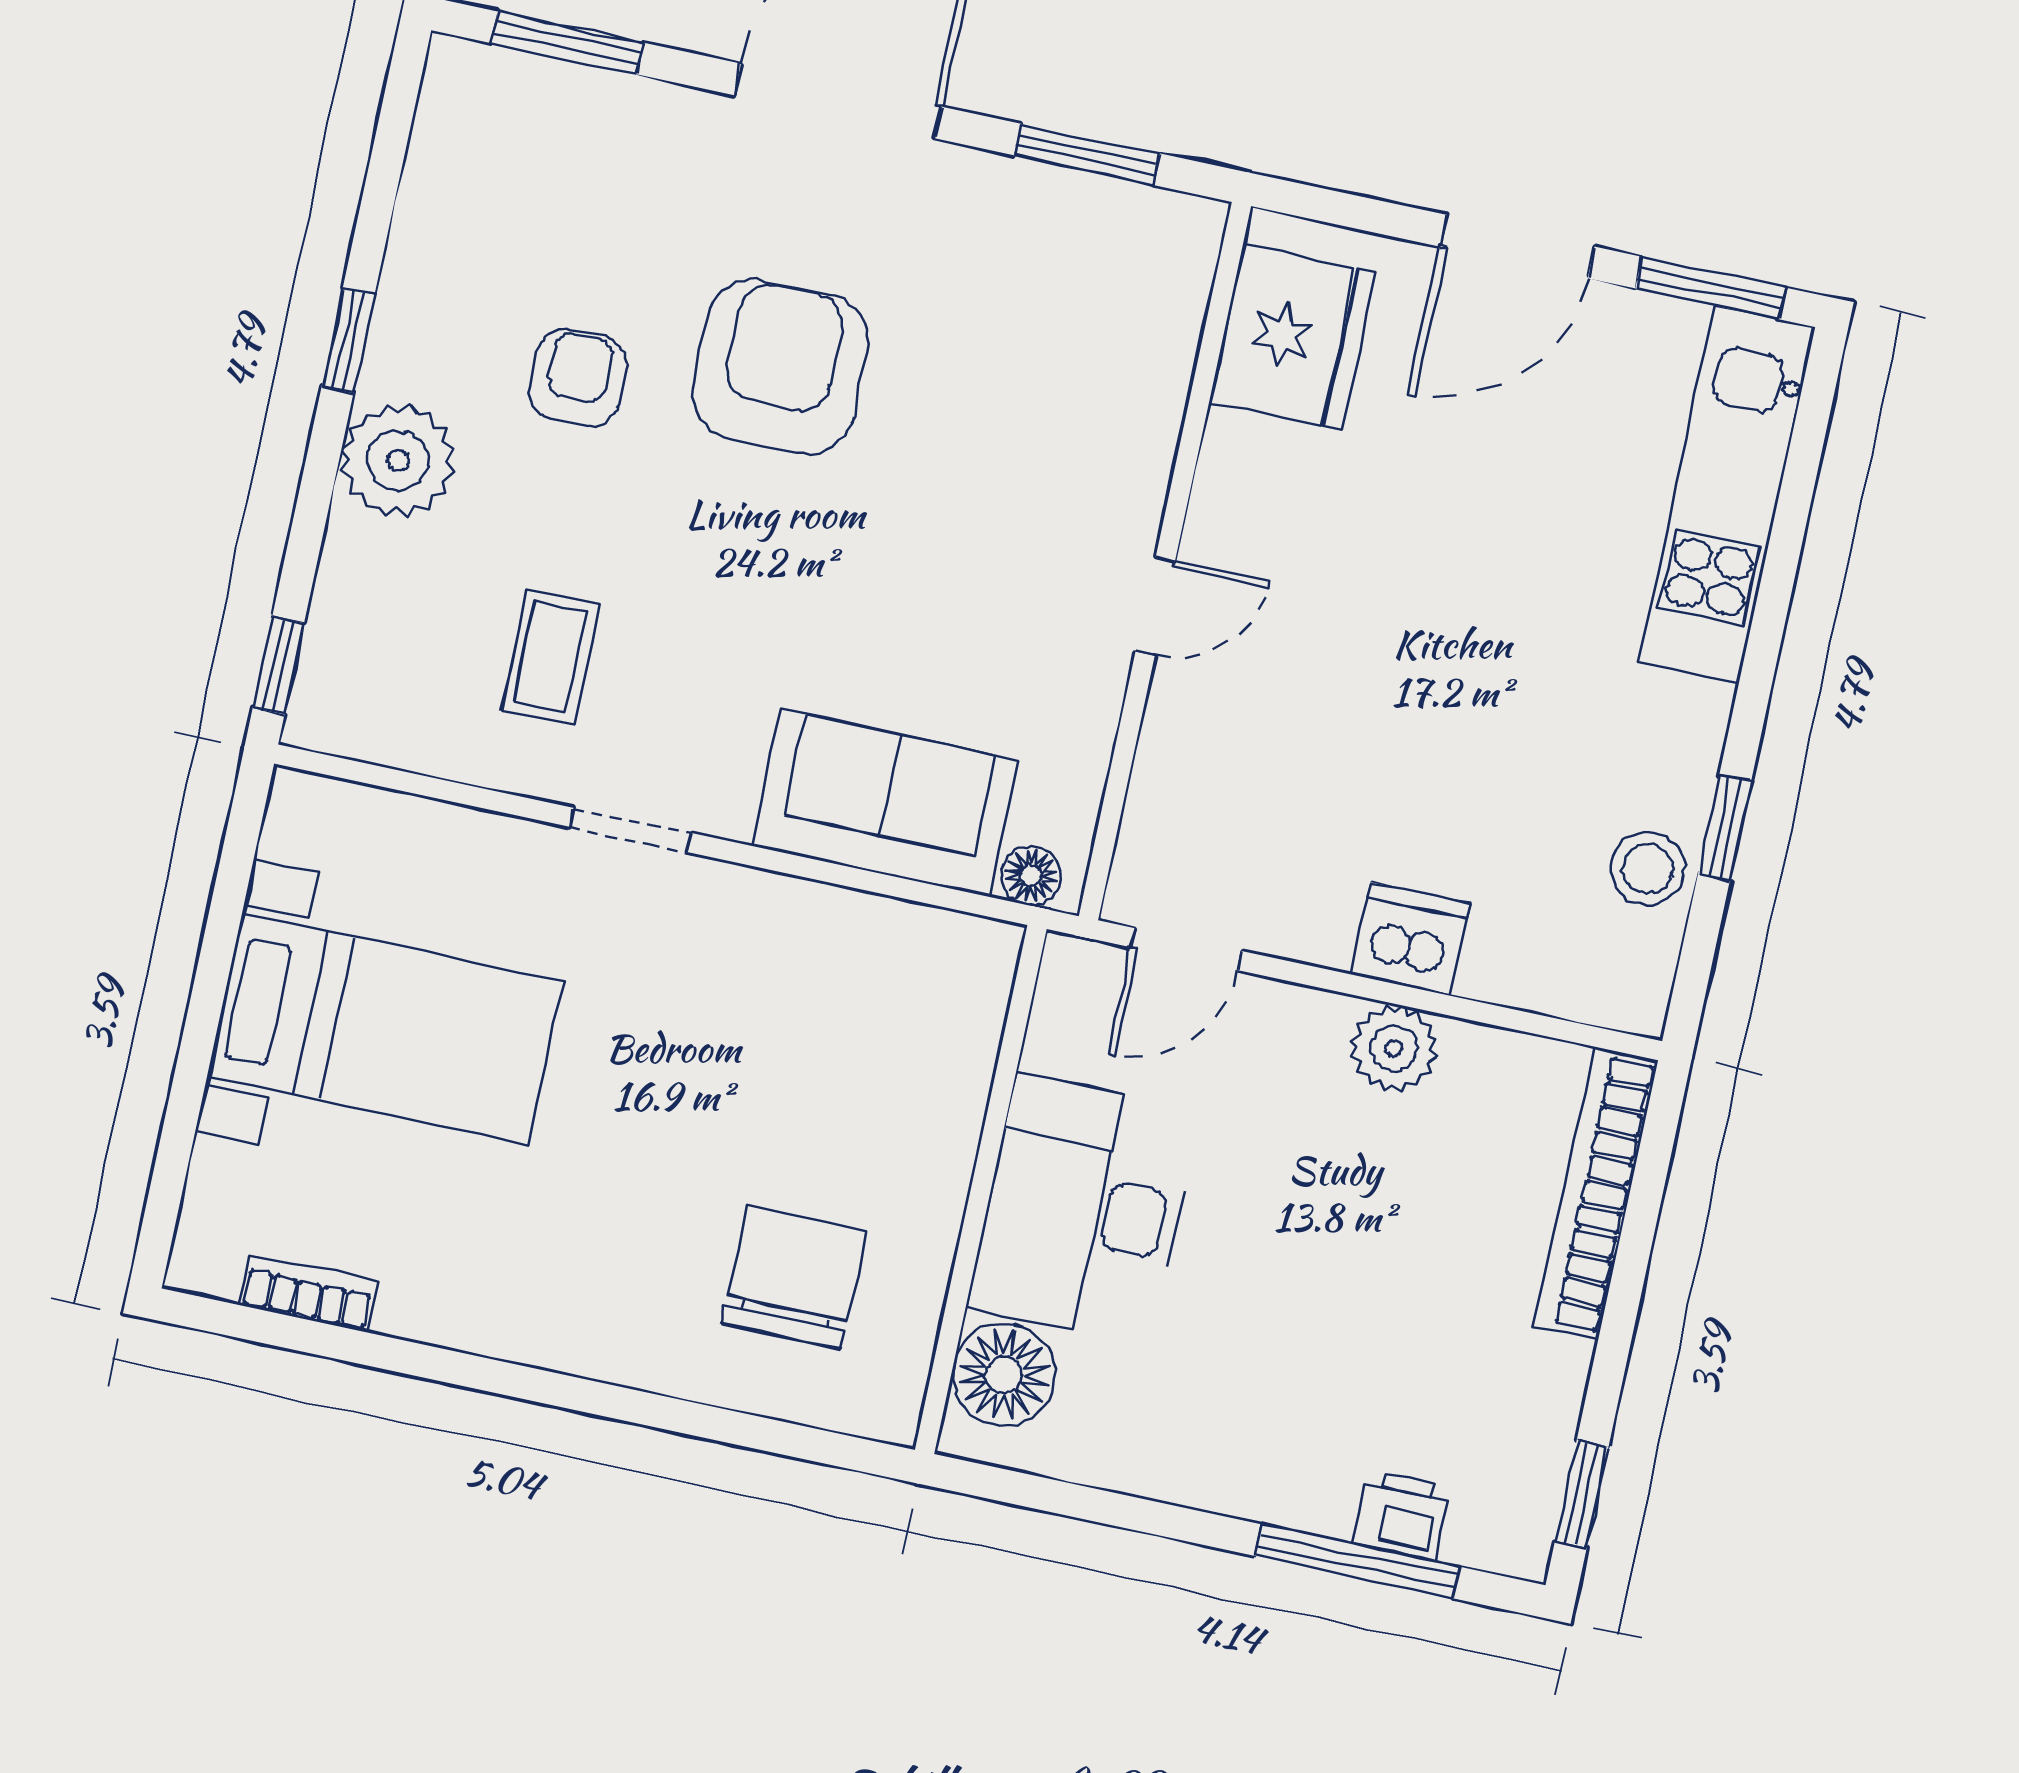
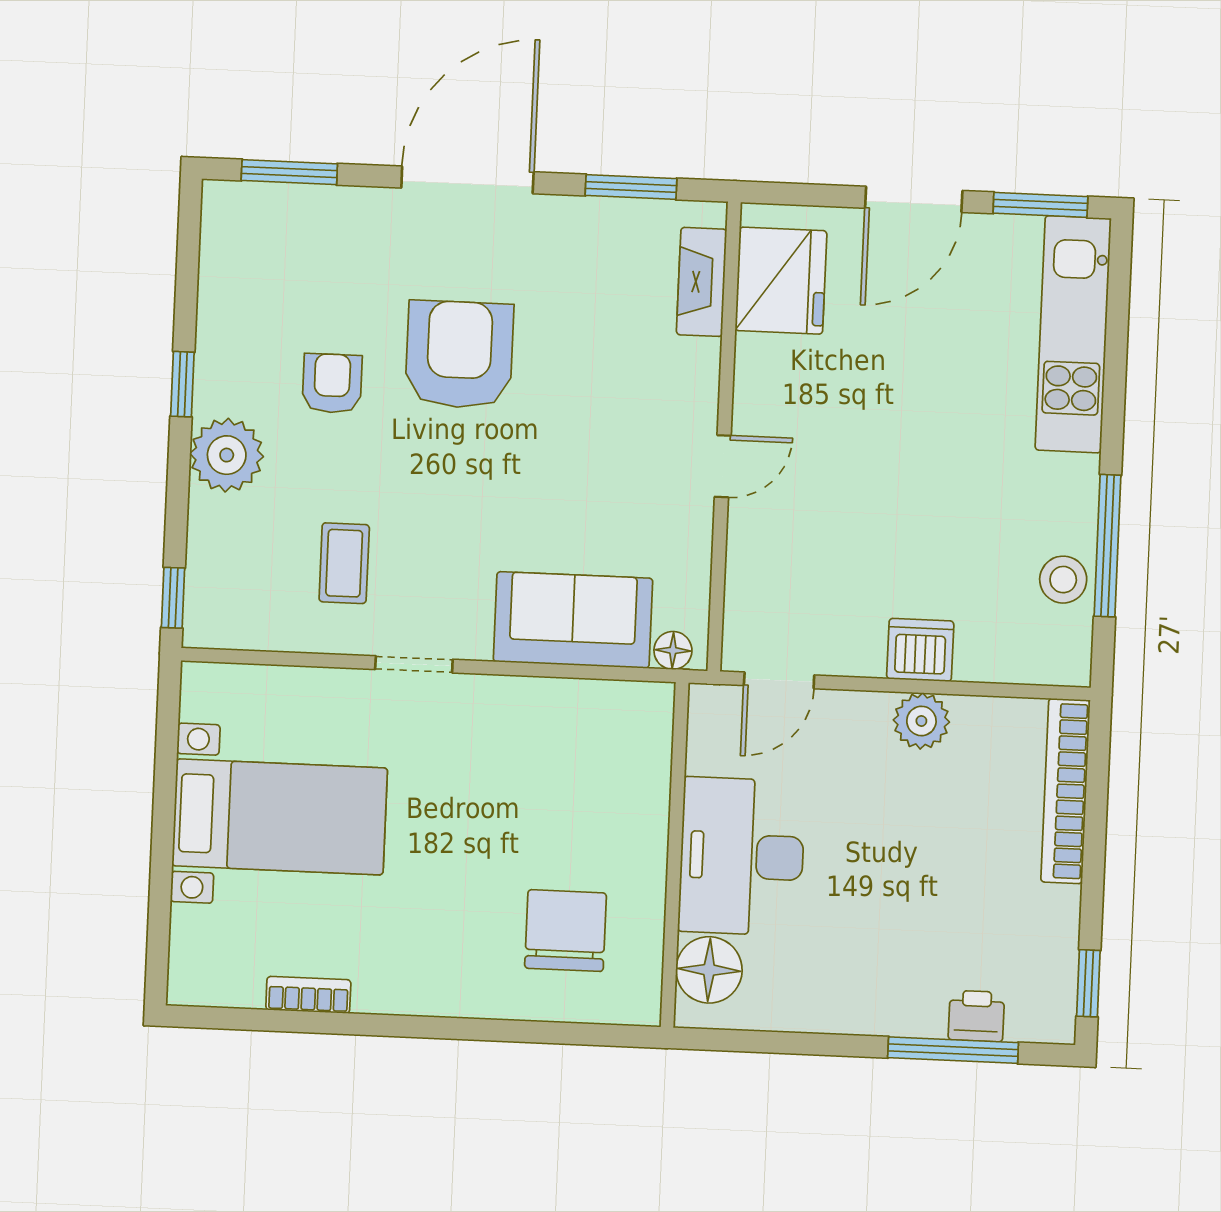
fireplace: (1171, 318) -> (702, 282), added
window: (1725, 828) -> (1107, 546), width x2.17
bookcase: (308, 1293) -> (308, 995), moved

